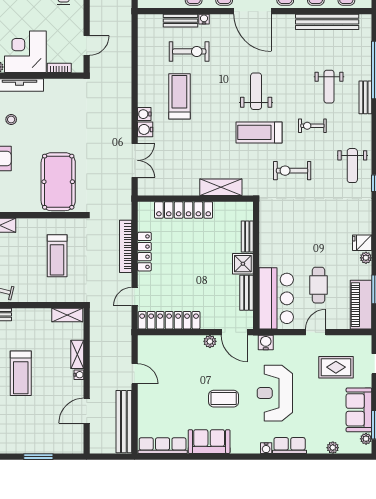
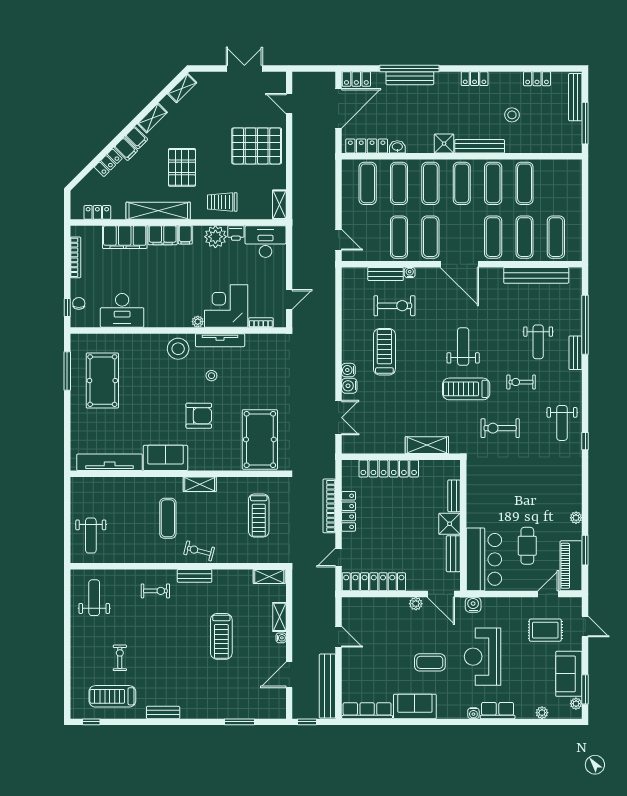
fridge: (362, 243) -> (572, 502), removed
door: (316, 332) -> (548, 594), moved
window: (104, 457) -> (307, 722), added

